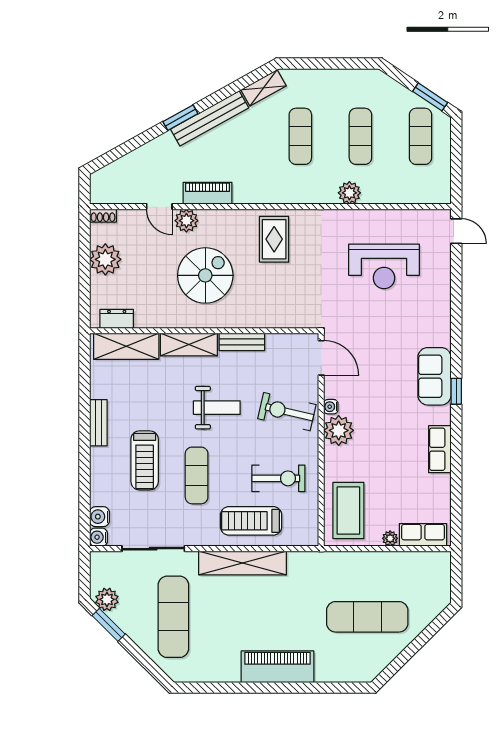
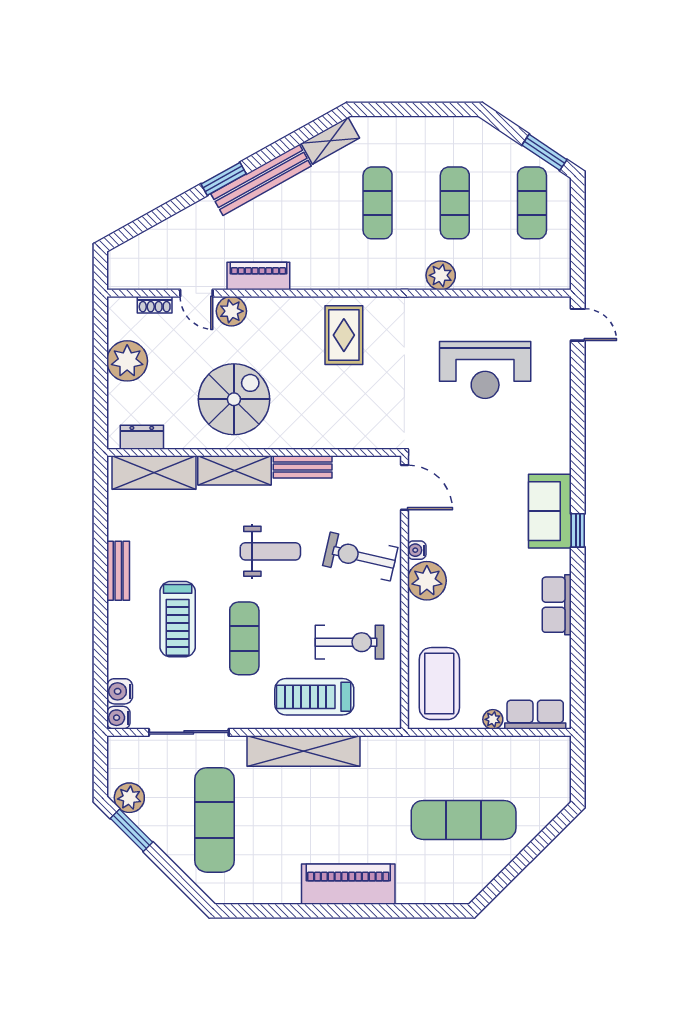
shoe rack: (103, 216) -> (155, 305), moved
spiral stairs: (205, 275) -> (234, 399), moved

